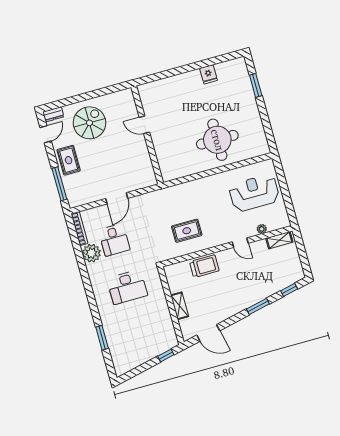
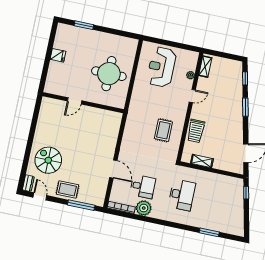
door: (144, 125) -> (75, 101), moved
wall: (147, 135) -> (83, 103), moved
trolley: (204, 266) -> (196, 131), turned 180
shelving: (180, 306) -> (202, 161), moved

